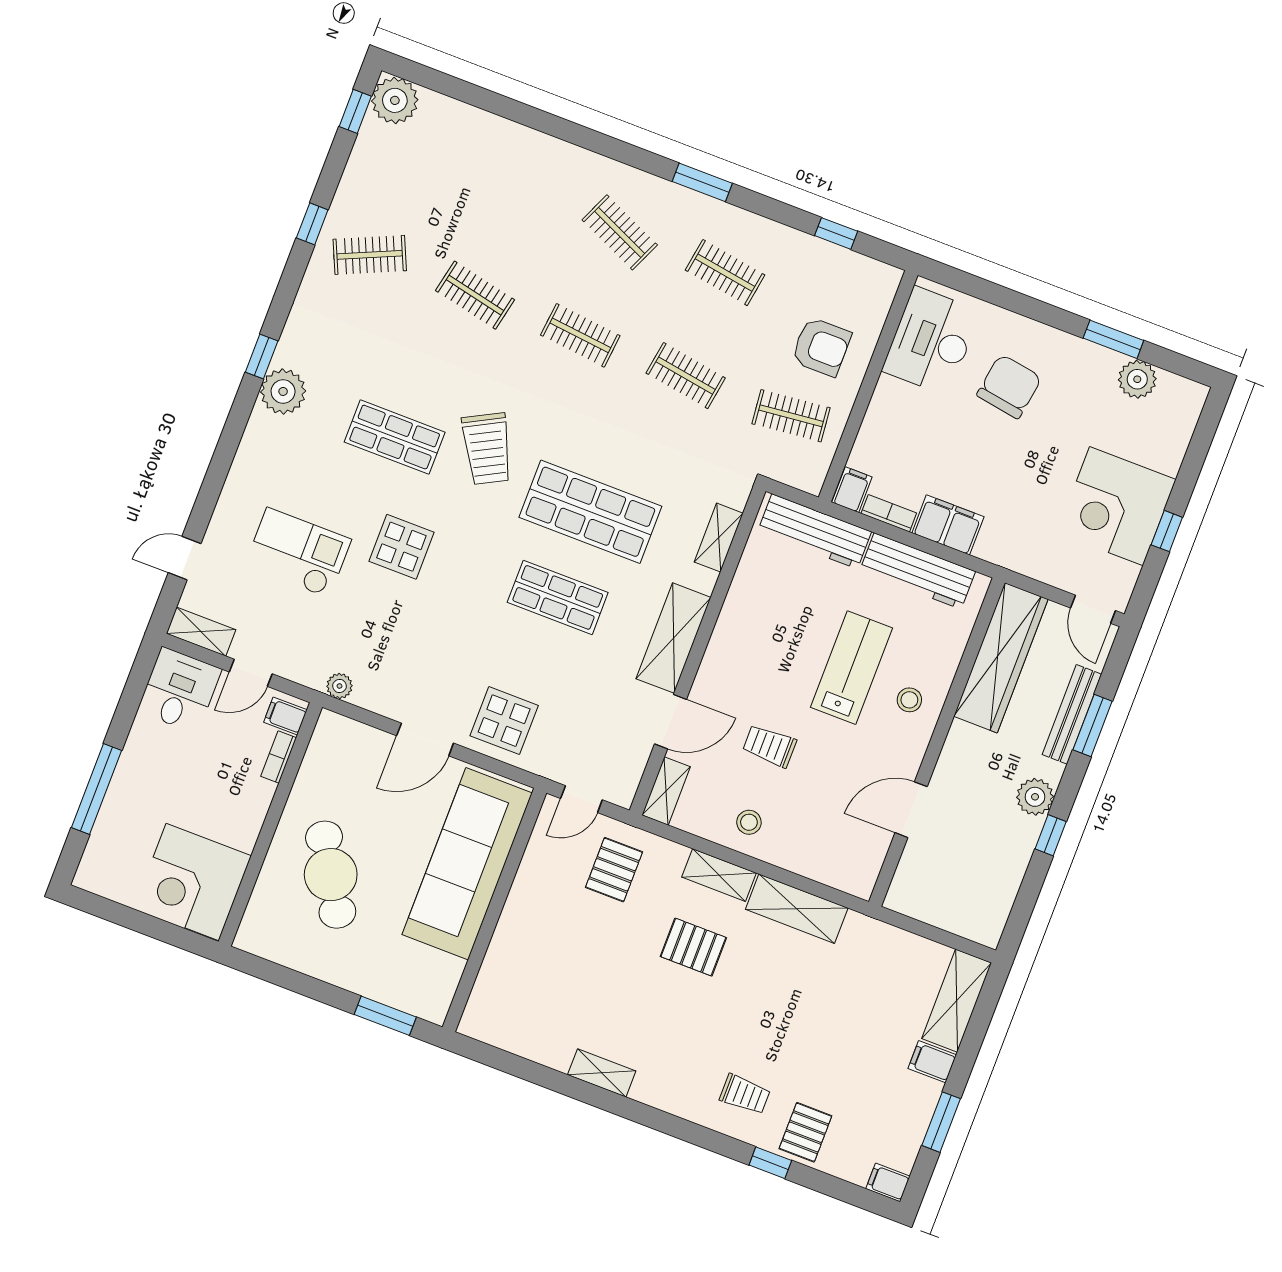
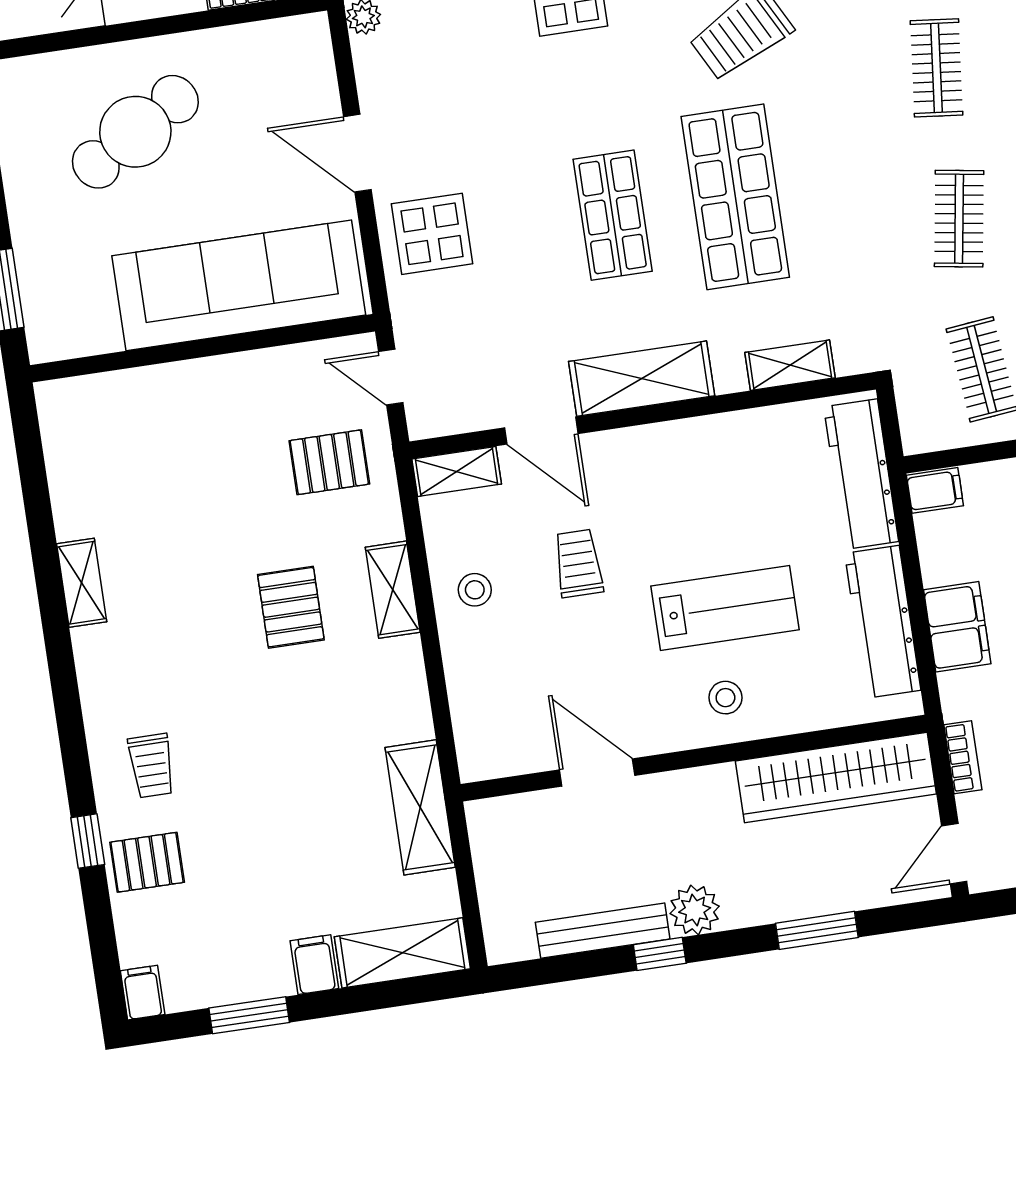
bookcase: (889, 513) -> (963, 757), moved
bench: (1072, 714) -> (603, 931), moved
shelving: (797, 909) -> (420, 807), moved

